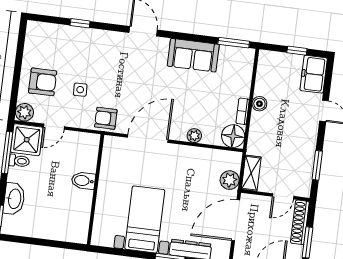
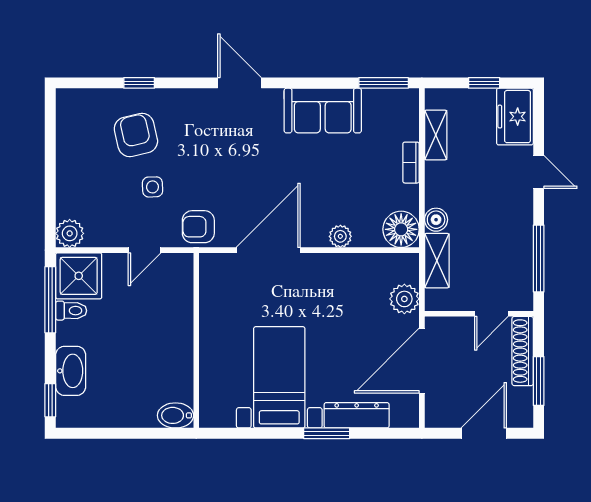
shelving: (262, 80) -> (436, 135), added
armchair: (43, 82) -> (136, 135), moved, turned -103
boiler: (259, 104) -> (436, 220), moved
bookcase: (243, 111) -> (411, 163), moved
door: (54, 127) -> (145, 250), moved
window: (317, 165) -> (539, 259), width x1.44
shelving: (251, 173) -> (437, 261), moved
bidet: (83, 181) -> (175, 415), moved

